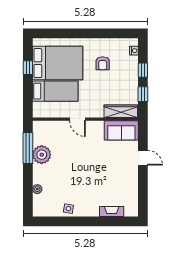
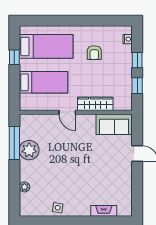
bed: (58, 63) -> (46, 46), width x0.67
wardrobe: (121, 111) -> (95, 104), moved

